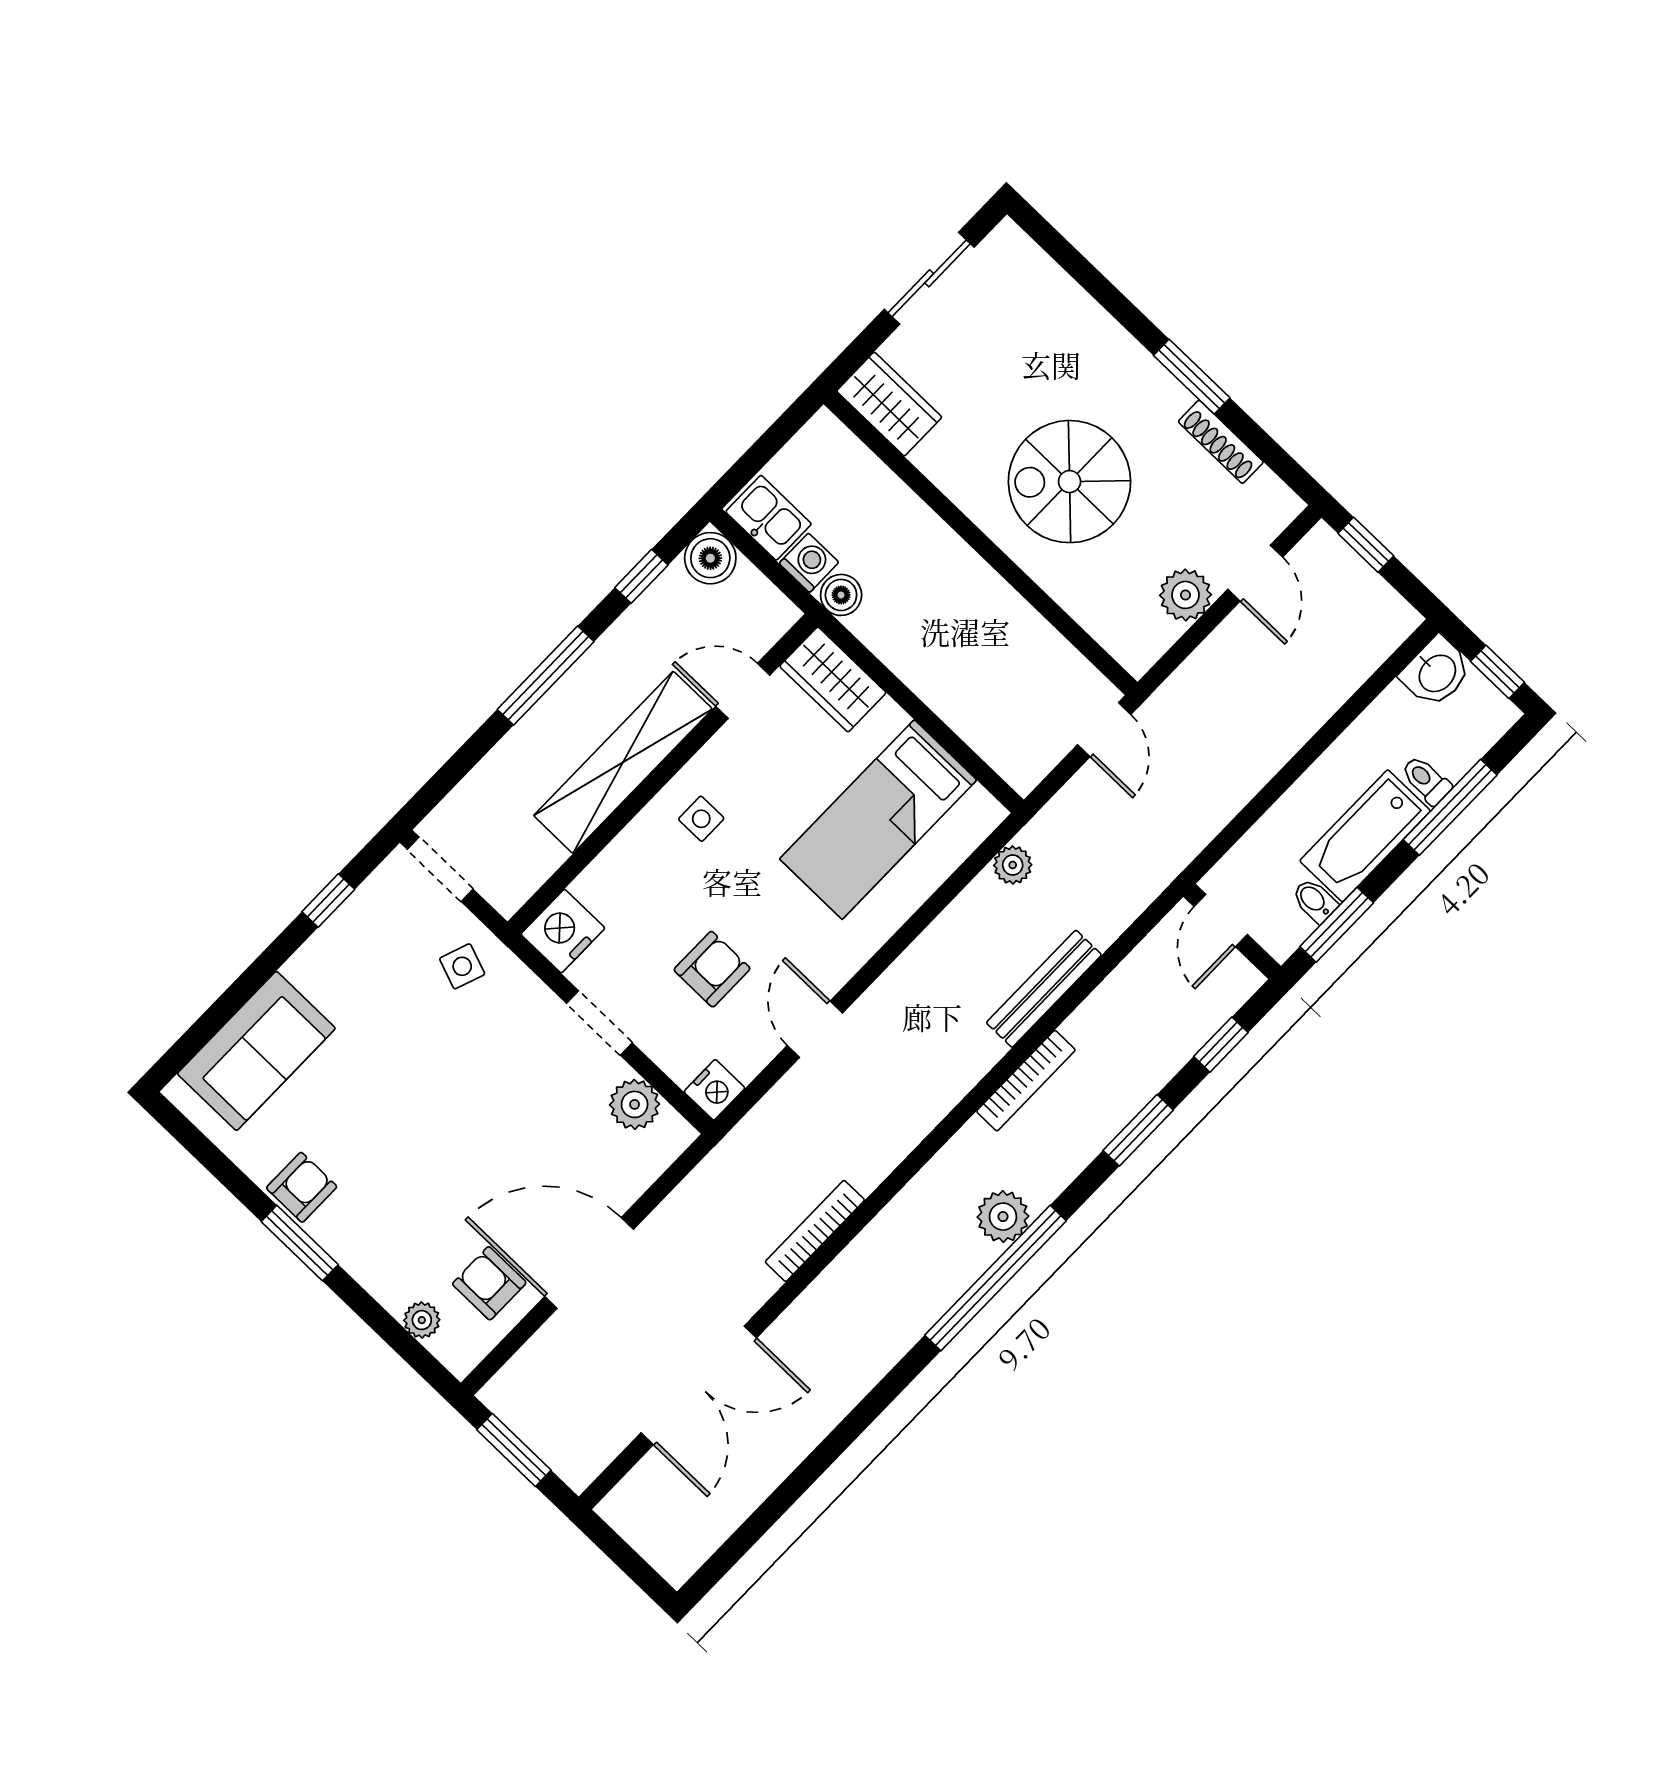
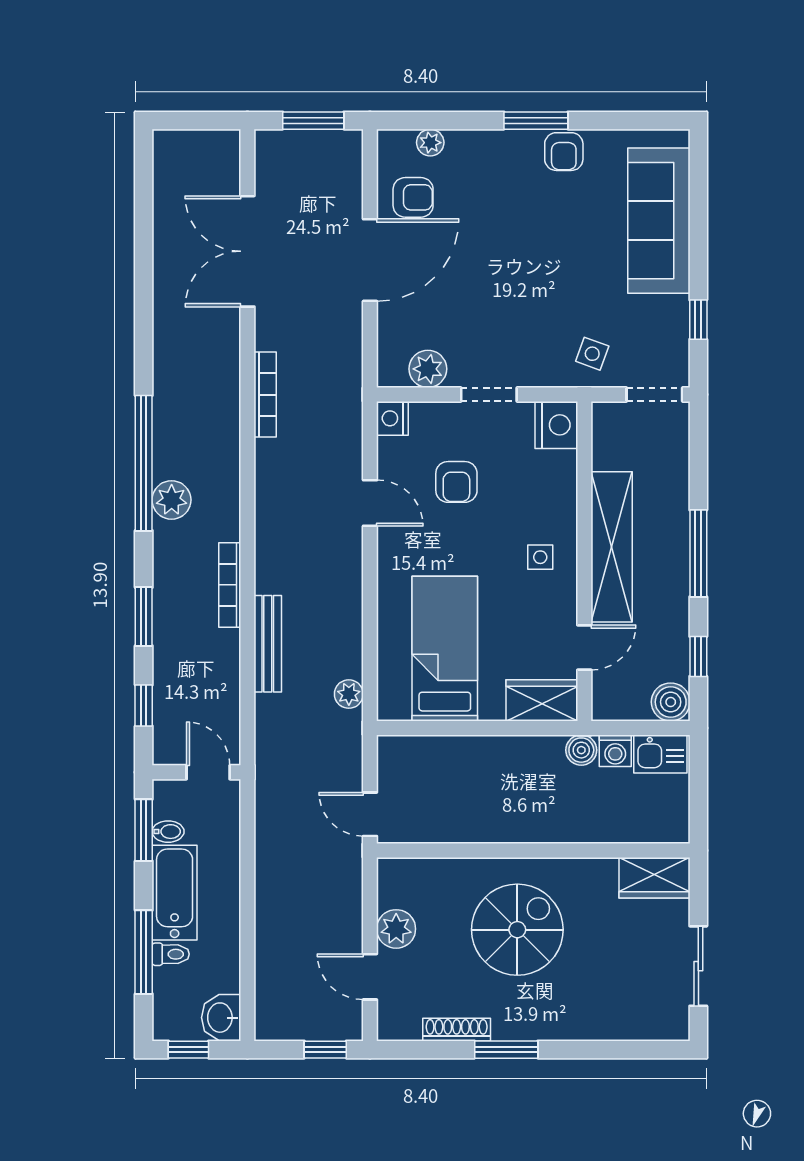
sofa: (256, 1051) -> (659, 221), width x1.36

